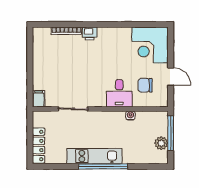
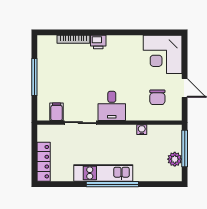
window: (30, 66) -> (34, 77), added
chair: (145, 85) -> (157, 97), turned -90
desk: (119, 93) -> (112, 106), moved
filing cabinet: (39, 99) -> (57, 112), moved

